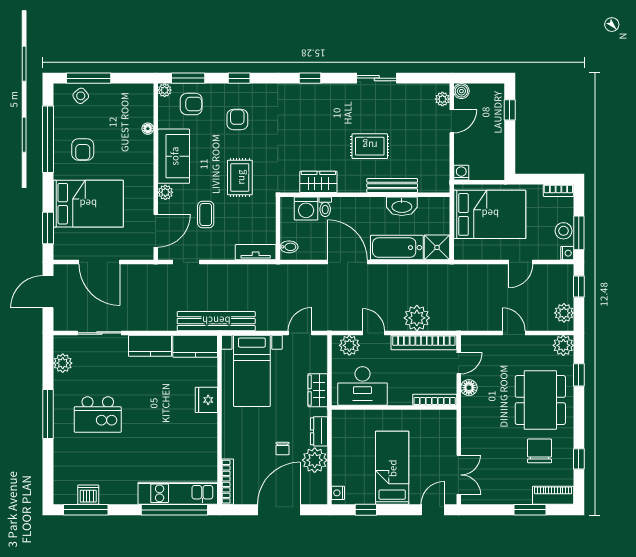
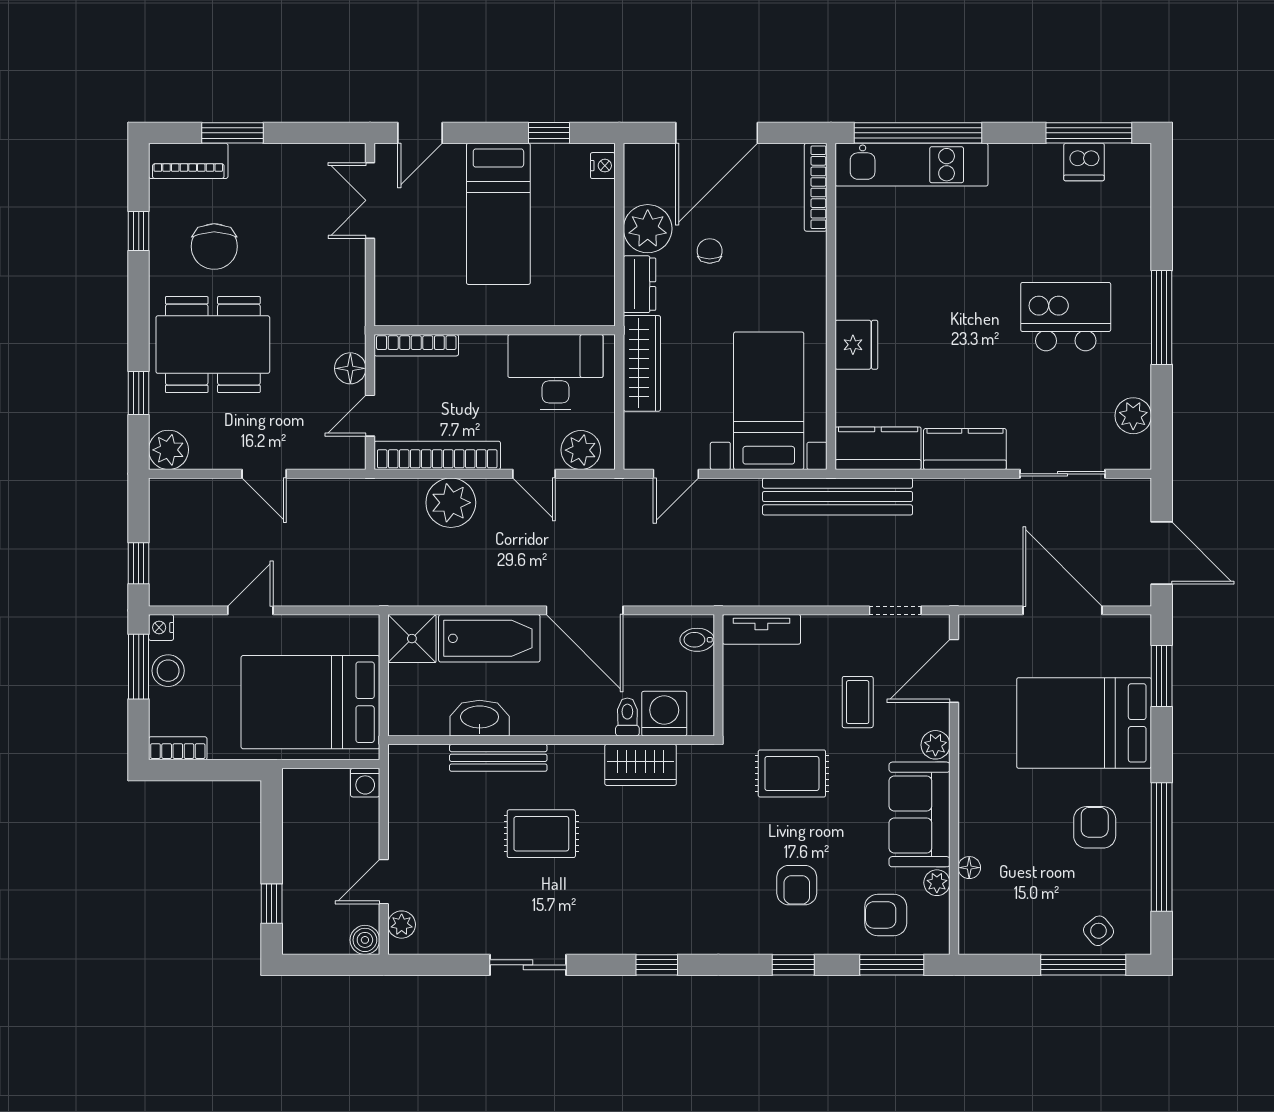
plant: (165, 90) -> (937, 883), moved
rug: (240, 177) -> (792, 773), turned 90
door: (48, 292) -> (1162, 553), hinge flipped
plant: (564, 313) -> (167, 512), removed
wardrobe: (318, 390) -> (642, 363), width x1.50
dining table: (540, 400) -> (213, 345), turned 90

